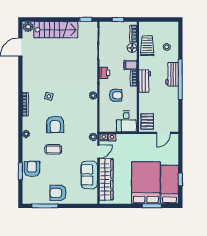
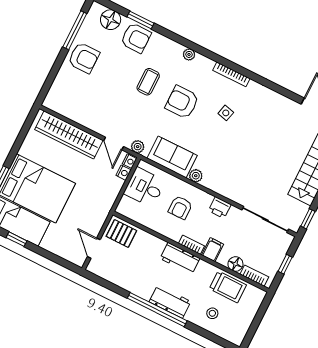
desk: (126, 121) -> (145, 187), moved
sofa: (89, 175) -> (172, 157), moved
floor lamp: (29, 188) -> (111, 20), added
armchair: (58, 193) -> (84, 58), turned 90

